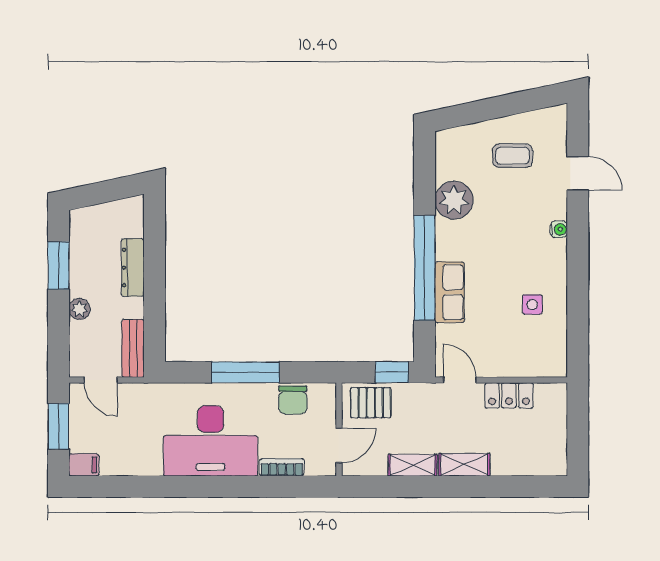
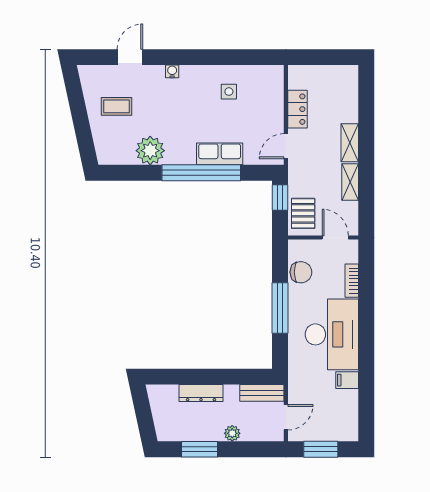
coffee table: (513, 156) -> (117, 106), turned 90
filing cabinet: (84, 465) -> (347, 380), moved, turned -90

